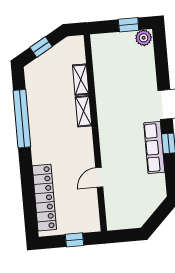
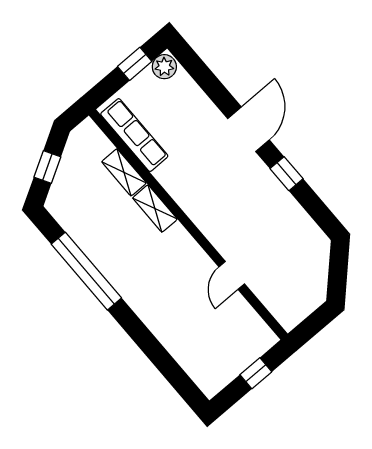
row of seats: (154, 147) -> (134, 135), moved, turned 180
locker: (44, 198) -> (182, 348), removed

